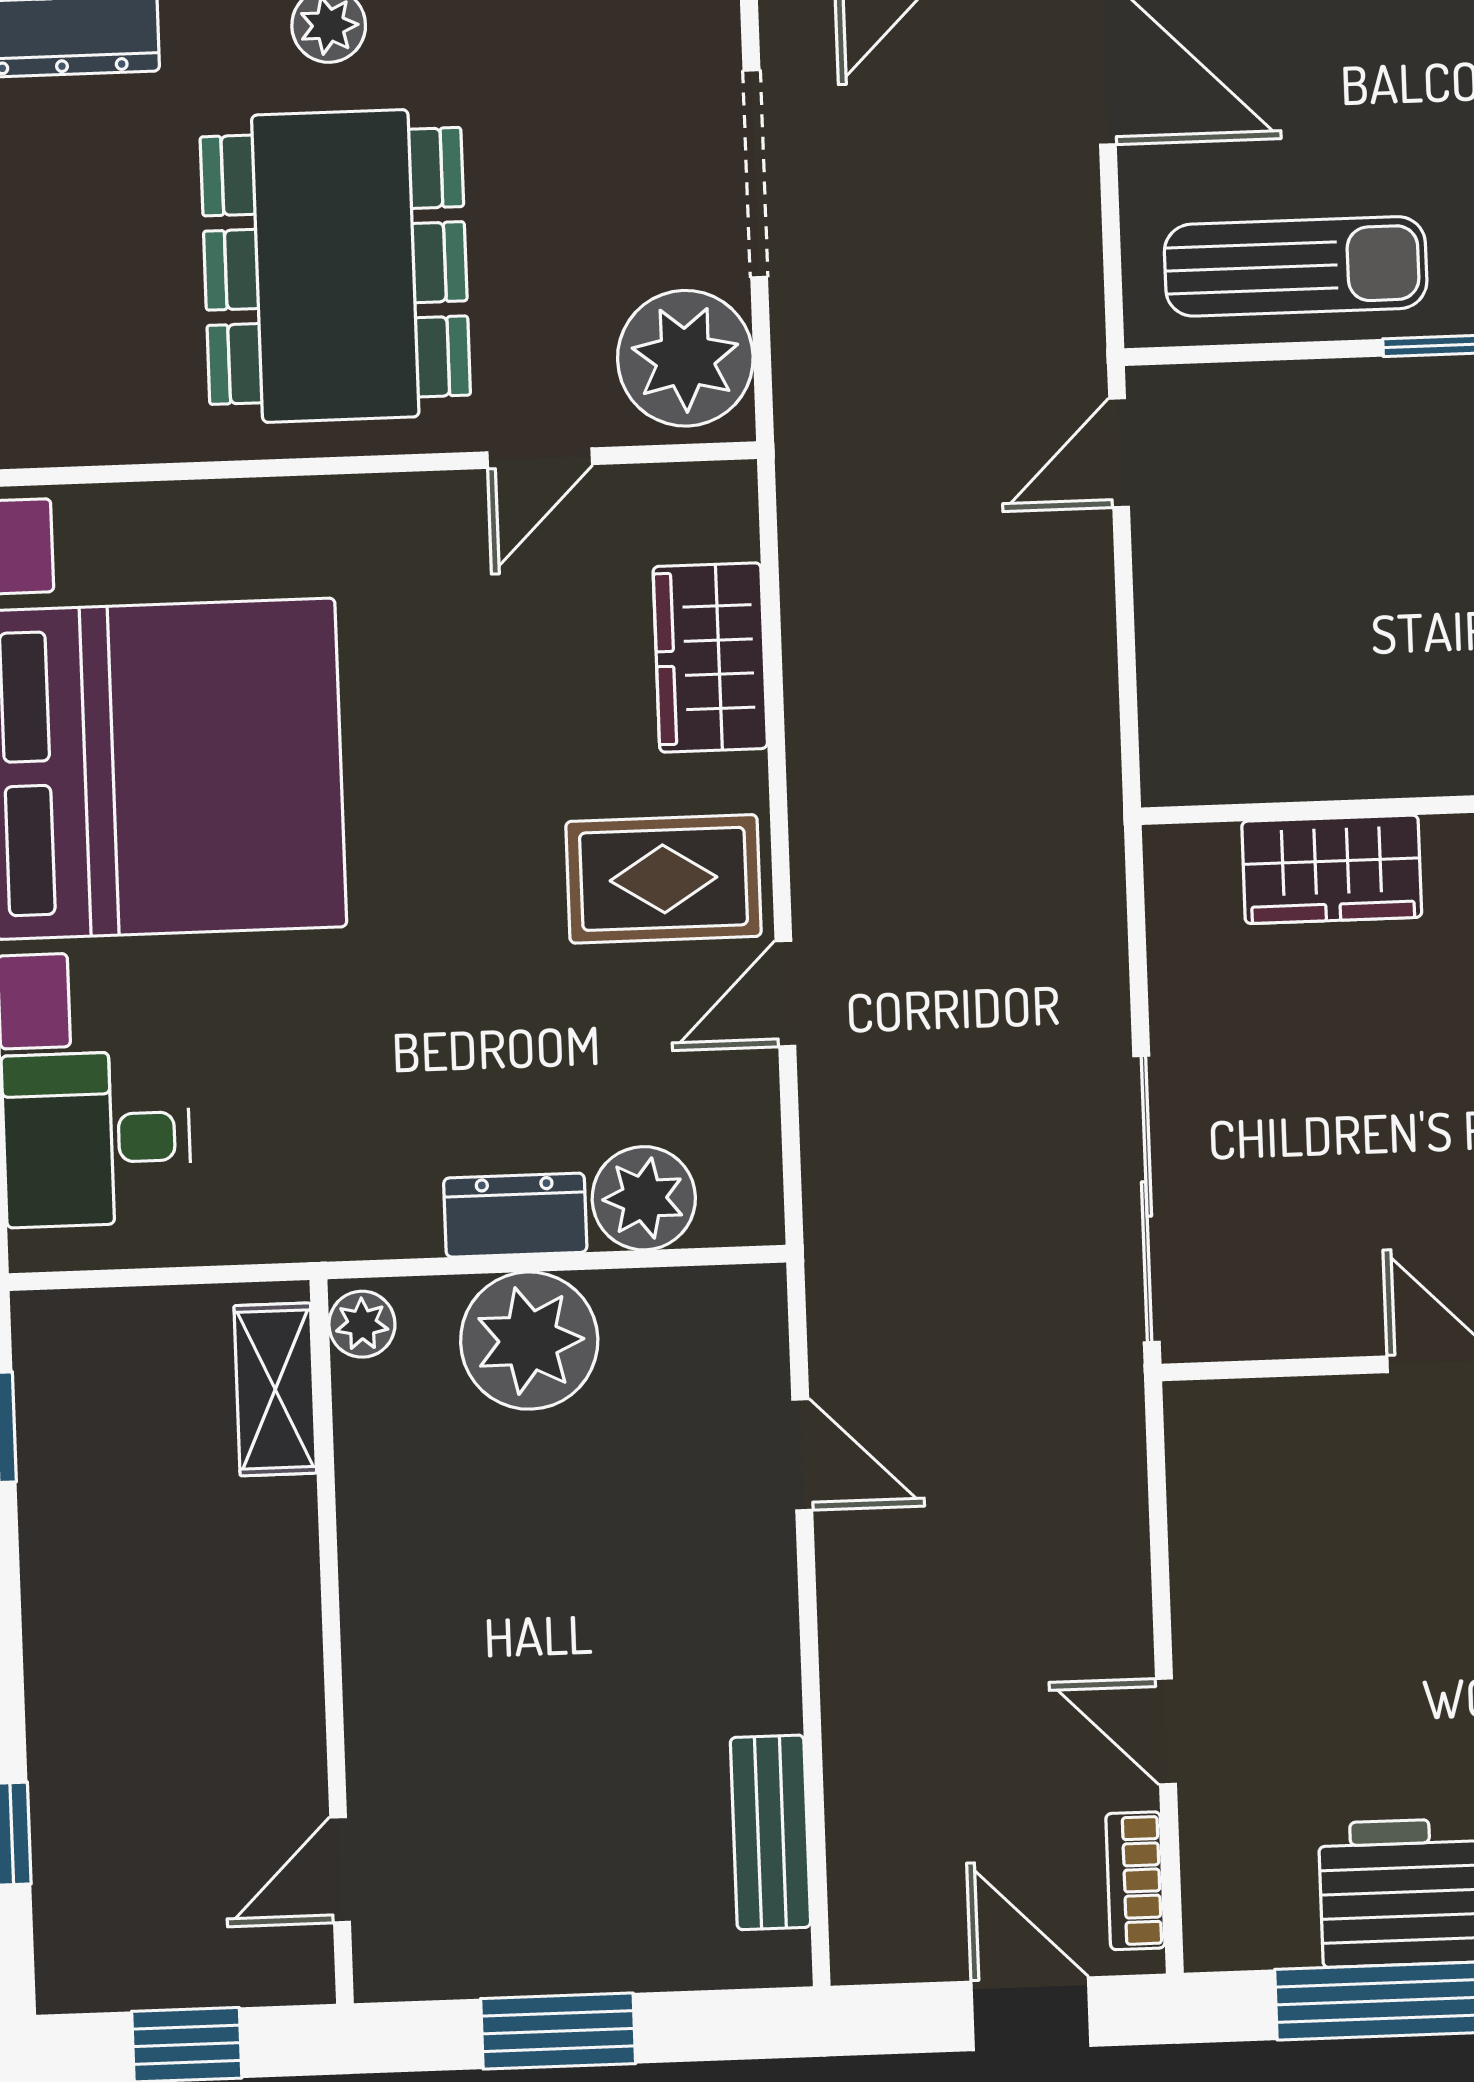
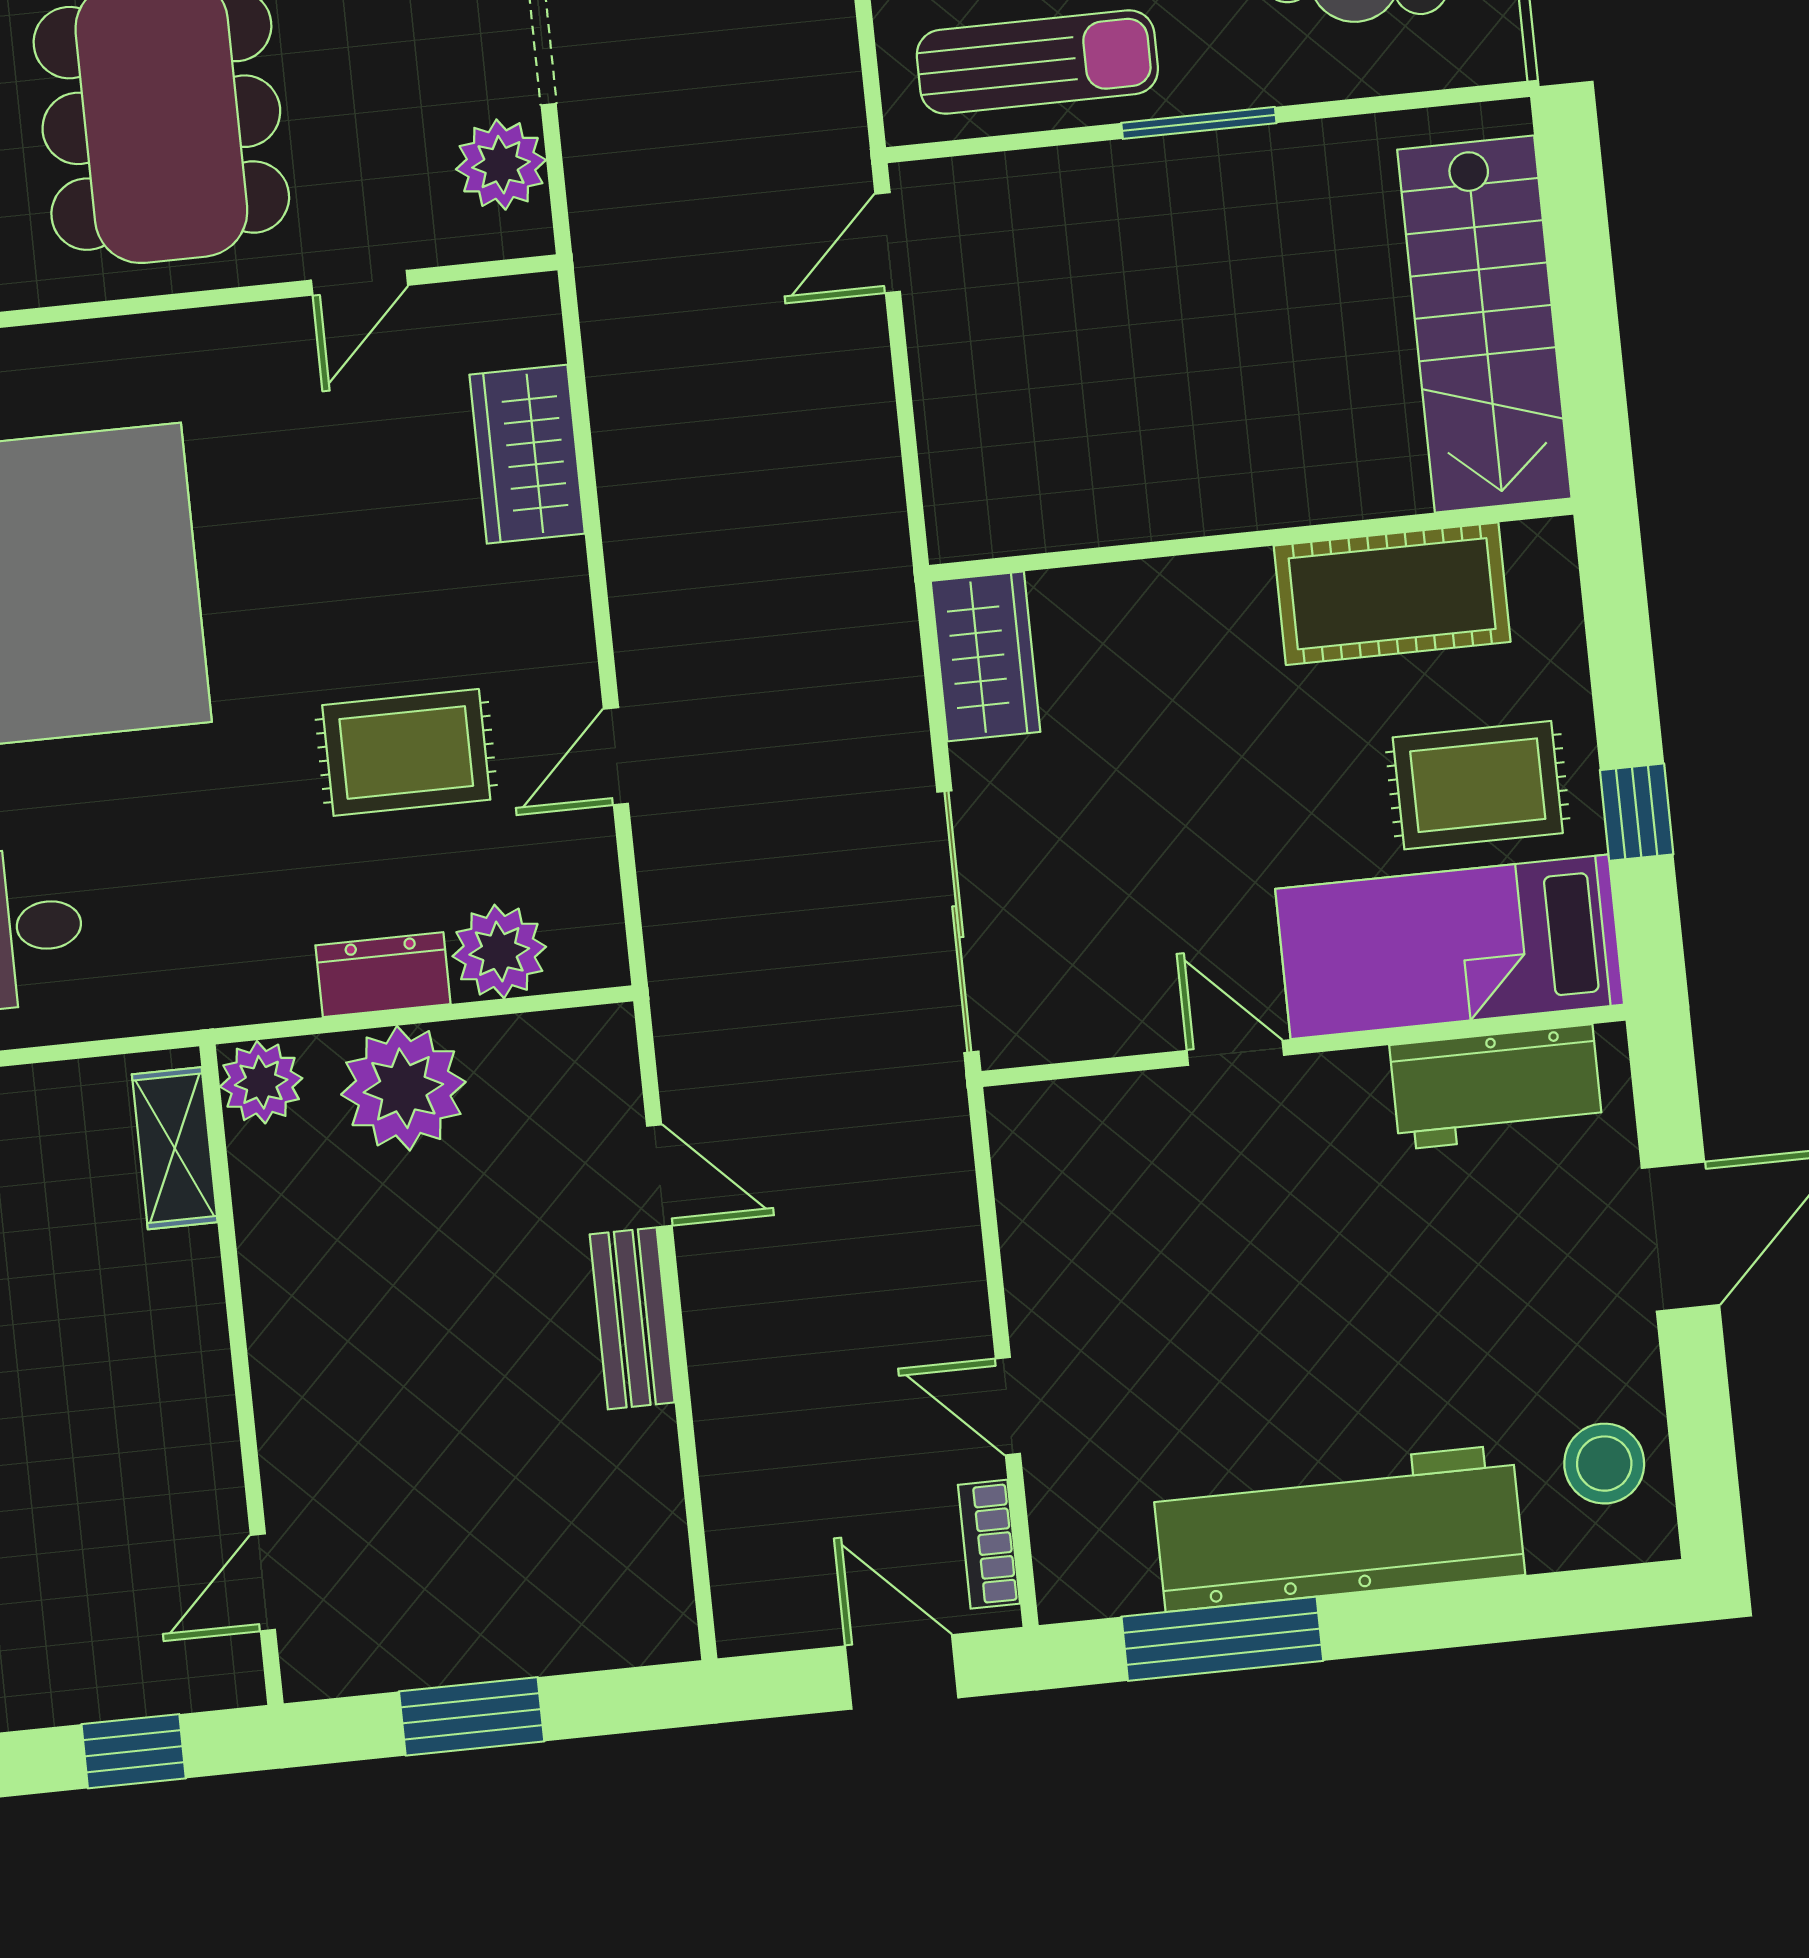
plant: (685, 358) -> (501, 165), width x0.73, depth x0.73
wardrobe: (1332, 869) -> (986, 656), moved, turned -90
rug: (664, 879) -> (406, 752), moved
plant: (362, 1324) -> (261, 1082), width x1.38, depth x1.38
bench: (770, 1832) -> (632, 1318), moved

